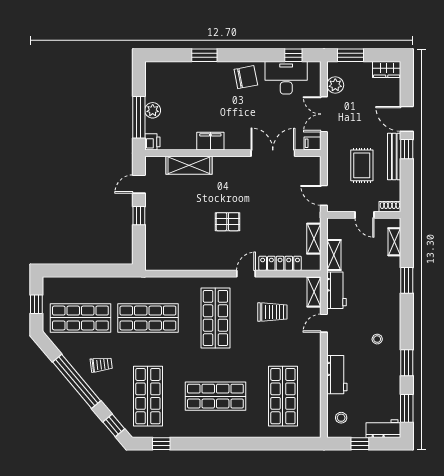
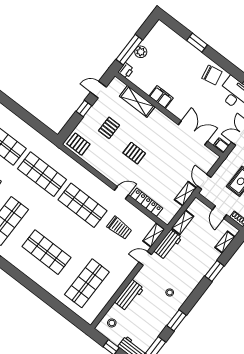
pallet: (181, 215) -> (109, 128), added
shelving: (314, 239) -> (185, 194), moved
pallet: (162, 257) -> (78, 144), added
shop shelf: (215, 318) -> (83, 205), turned 90

